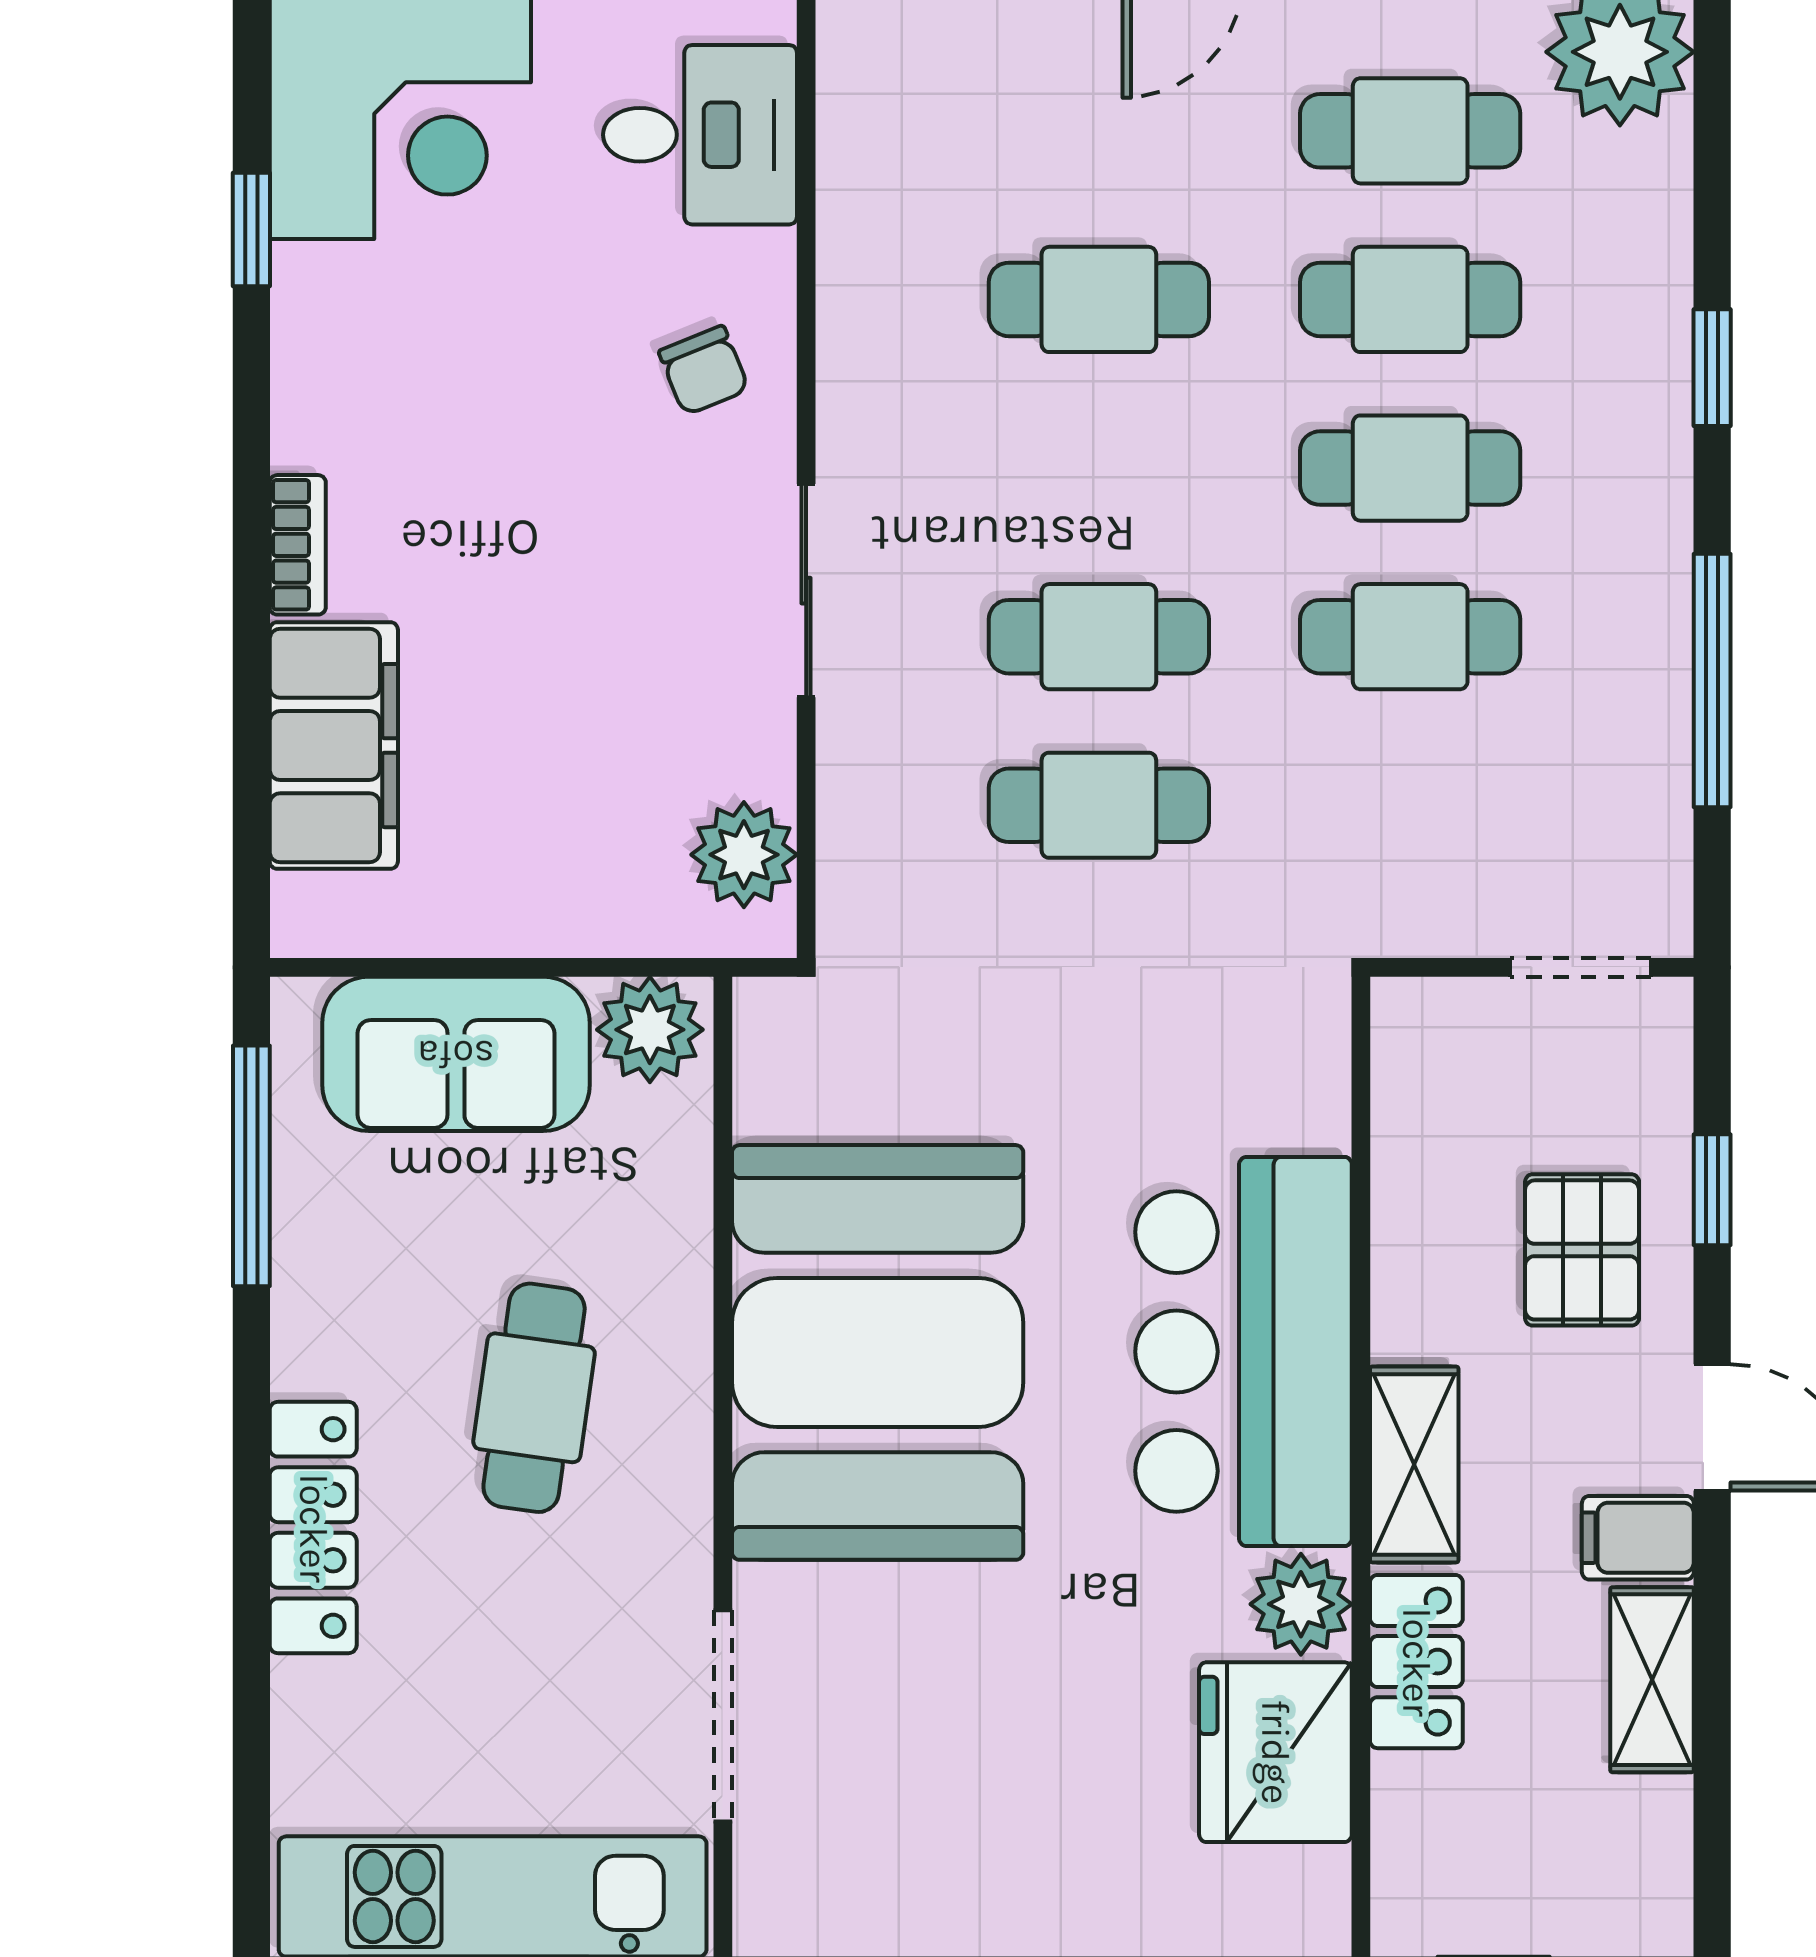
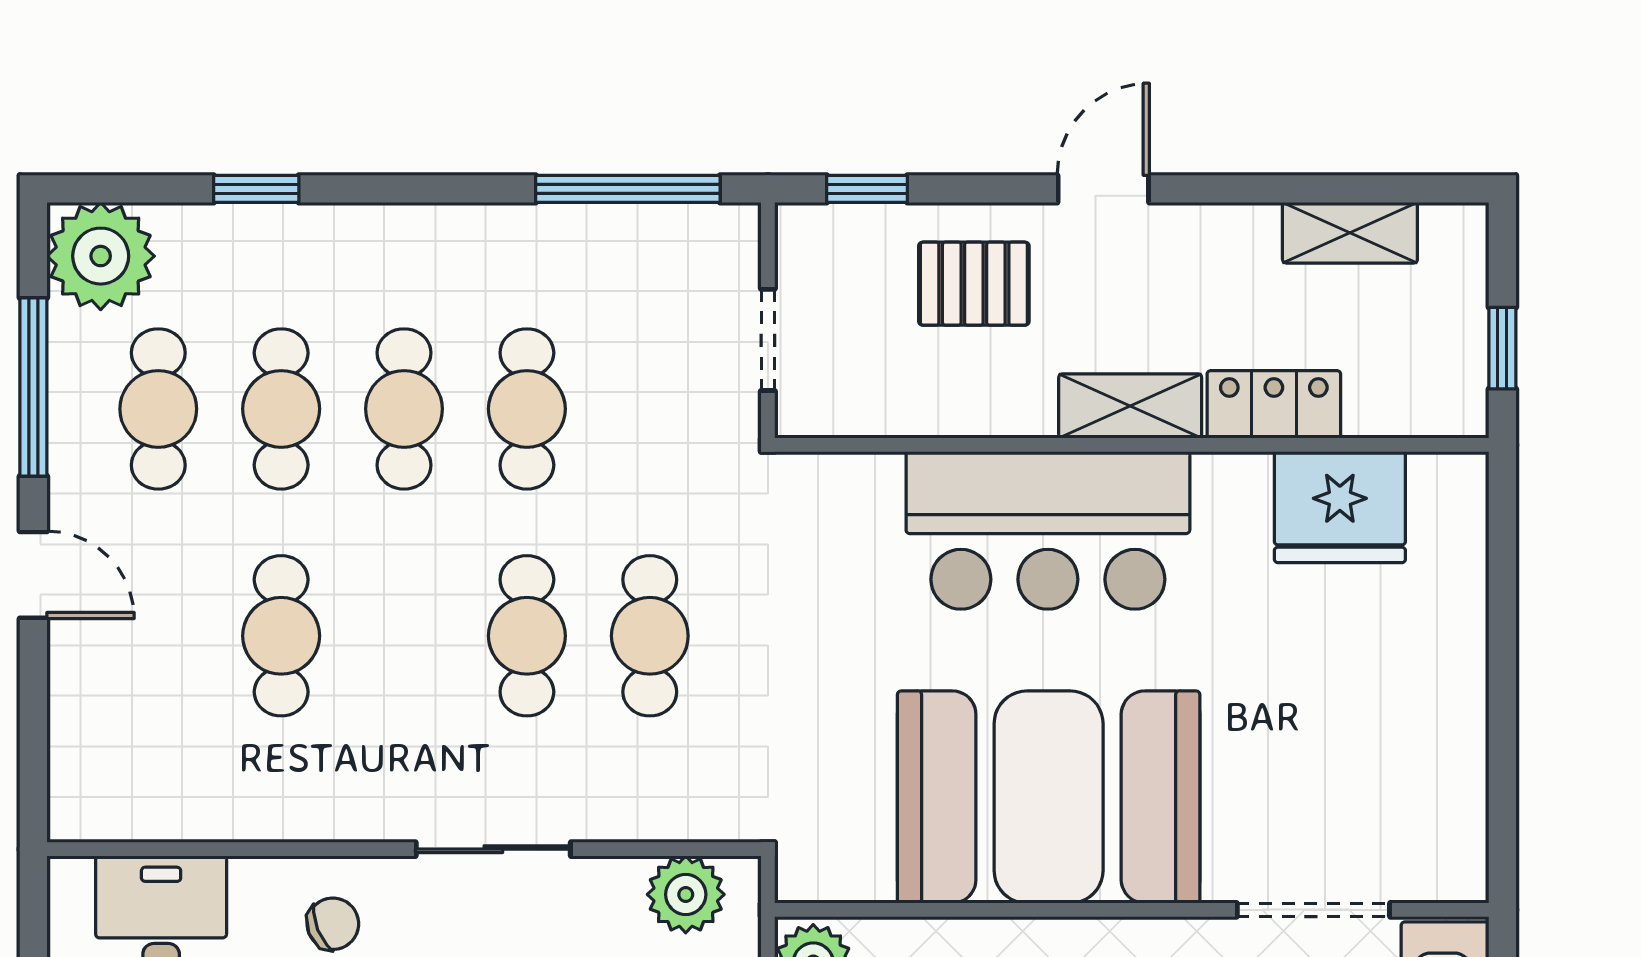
window: (1712, 368) -> (256, 189), moved
window: (1712, 680) -> (628, 189), moved
doorway: (1581, 967) -> (768, 340), moved
window: (1712, 1190) -> (867, 189), moved
filing cabinet: (1638, 1538) -> (1184, 243), removed
plant: (1301, 1604) -> (1232, 488), removed
shelving: (1652, 1680) -> (1350, 233), moved

